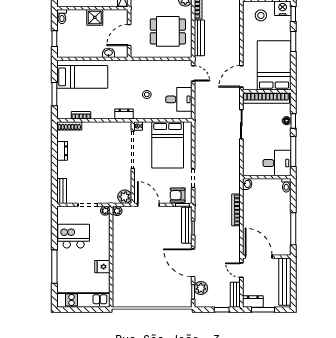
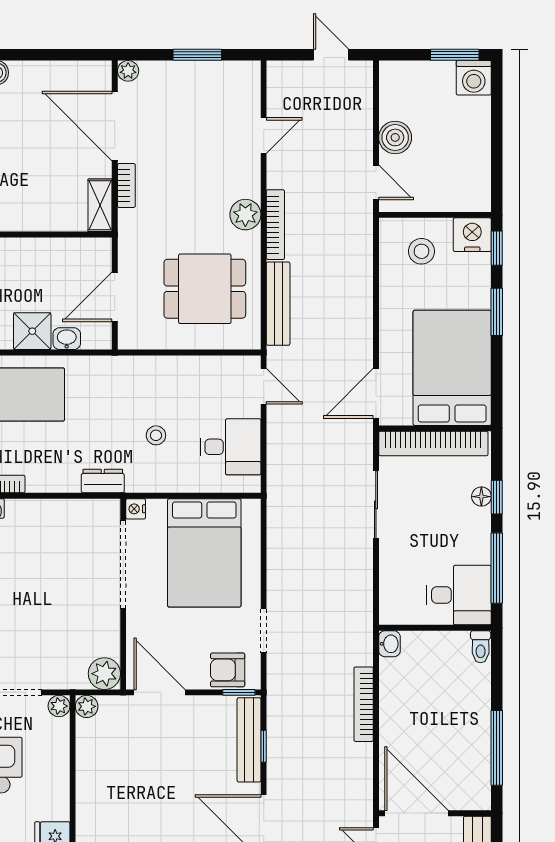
shower: (95, 17) -> (32, 331), moved

